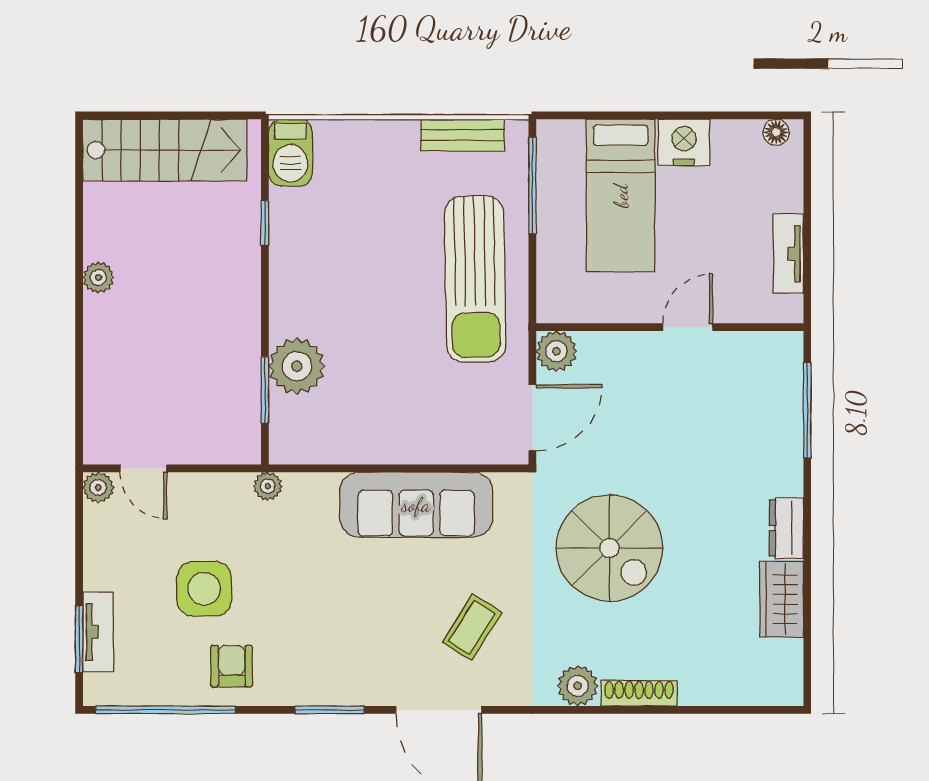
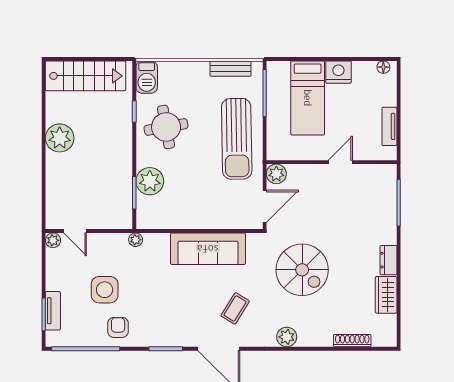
round table: (330, 255) -> (166, 127), added
plant: (98, 278) -> (60, 138), width x1.87, depth x1.87
shoe rack: (639, 693) -> (352, 341), moved

